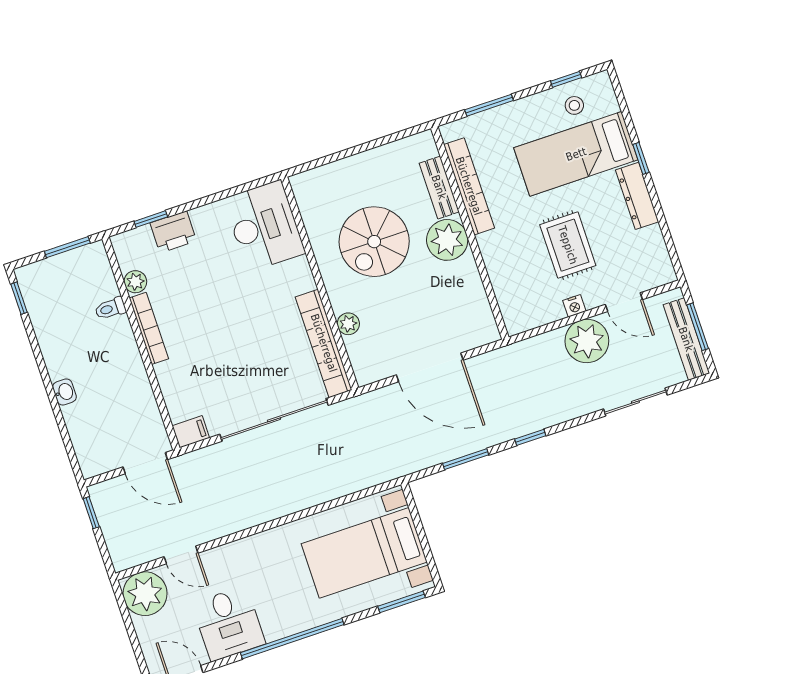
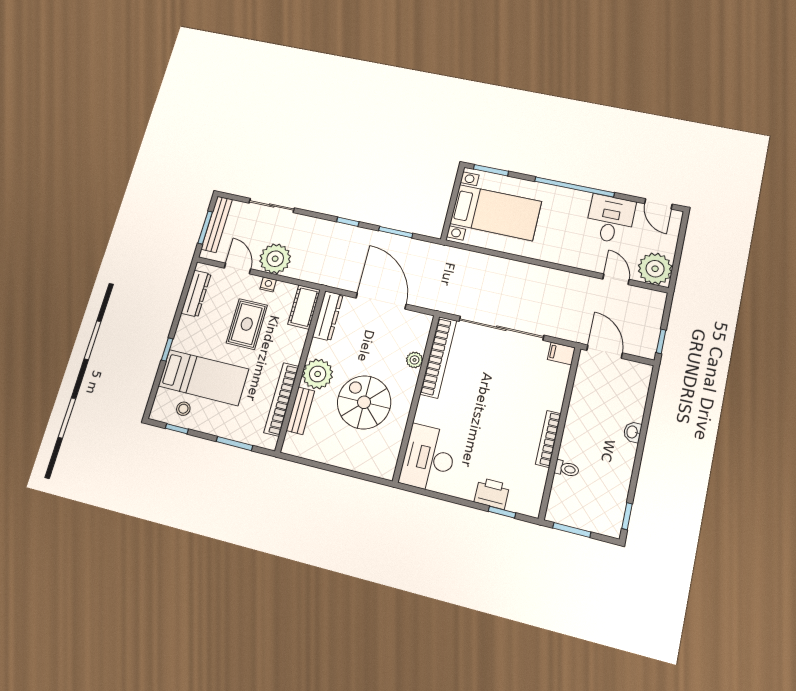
dresser: (637, 196) -> (196, 294), moved
spiral stairs: (374, 242) -> (364, 402), turned -90
plant: (135, 282) -> (538, 476), removed
cot: (514, 306) -> (304, 307), added
dresser: (480, 313) -> (328, 316), added

